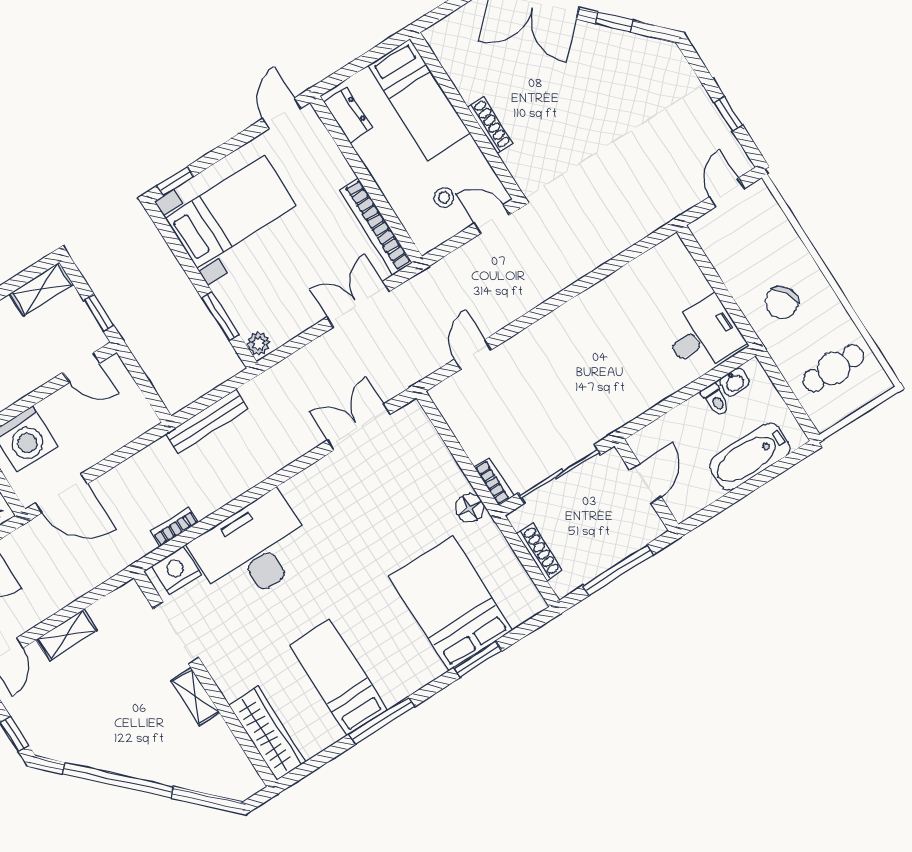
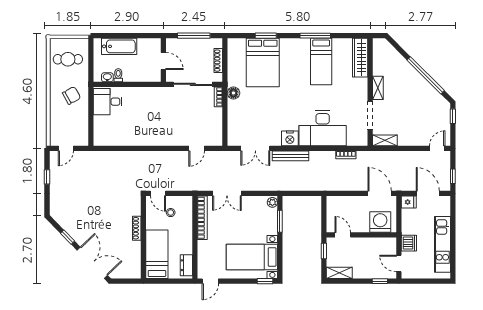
bench: (206, 422) -> (290, 156), moved
door: (645, 483) -> (163, 61), swing flipped
nightstand: (176, 571) -> (290, 138), moved
shelving: (67, 635) -> (385, 140), moved

